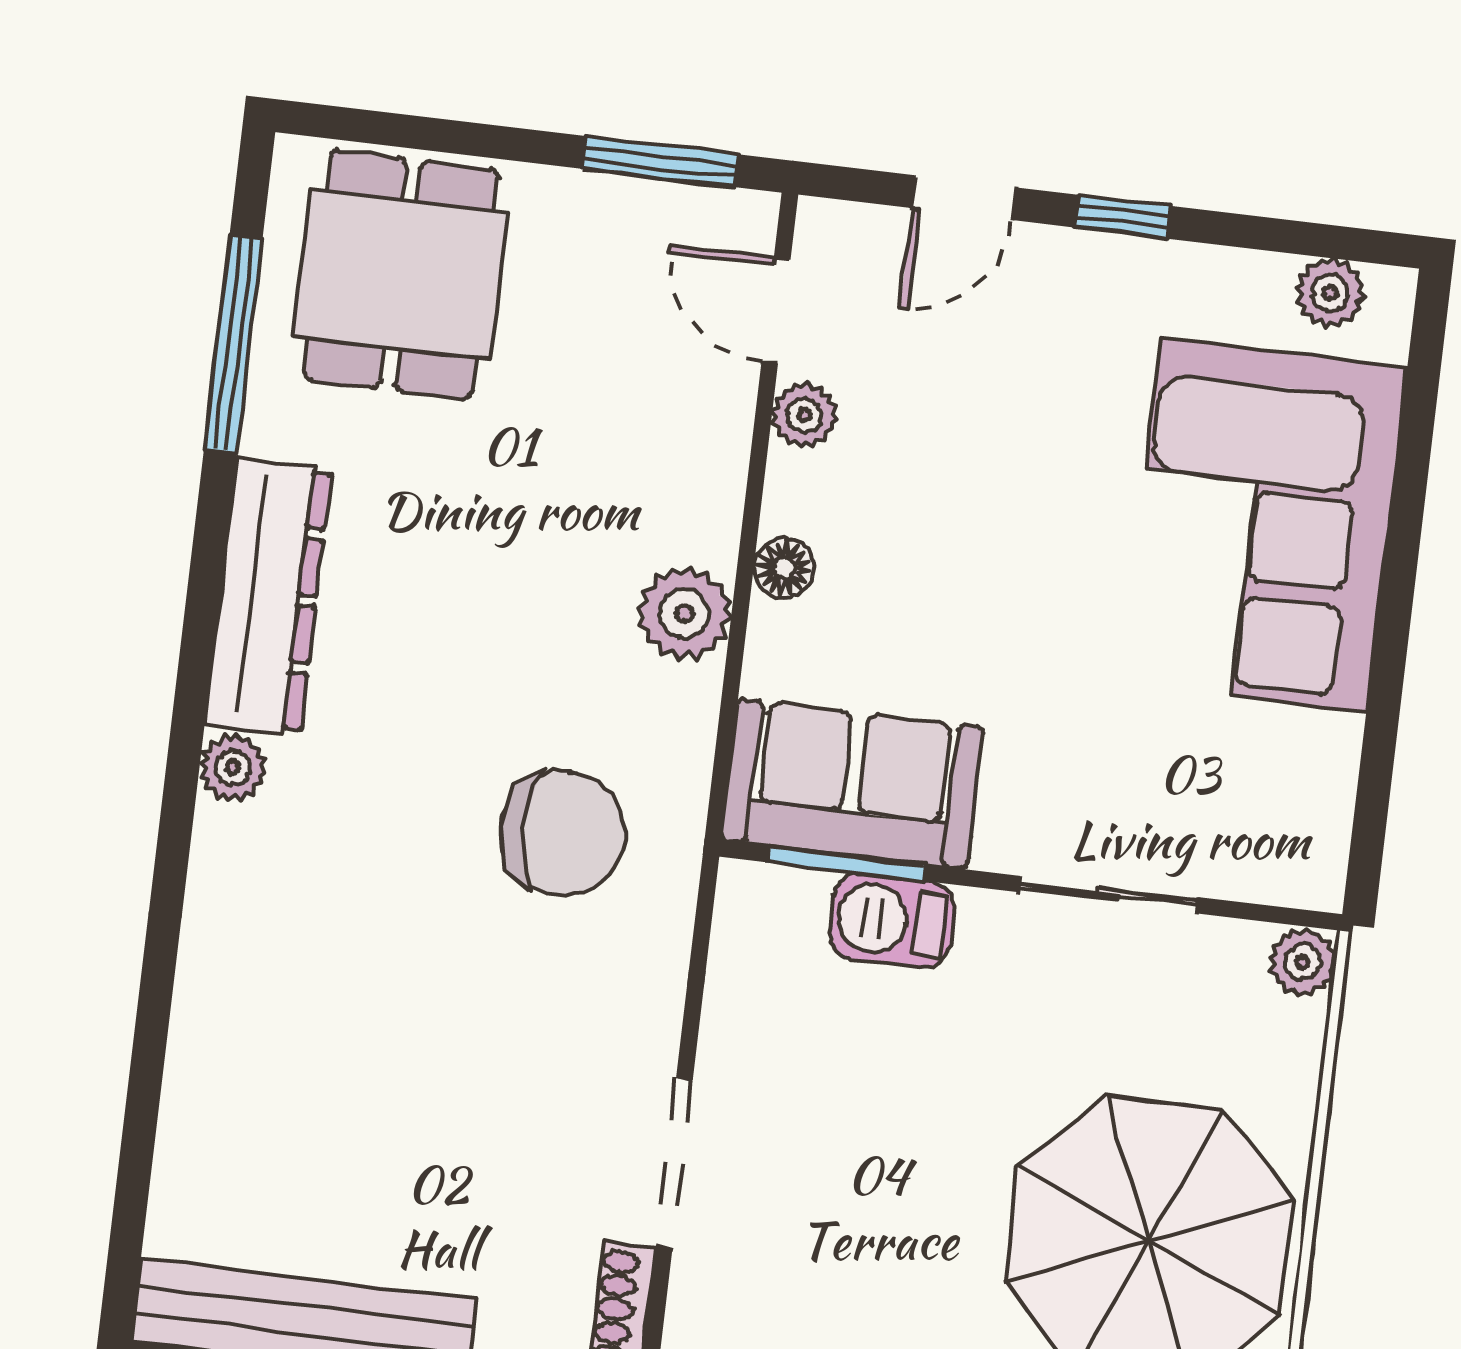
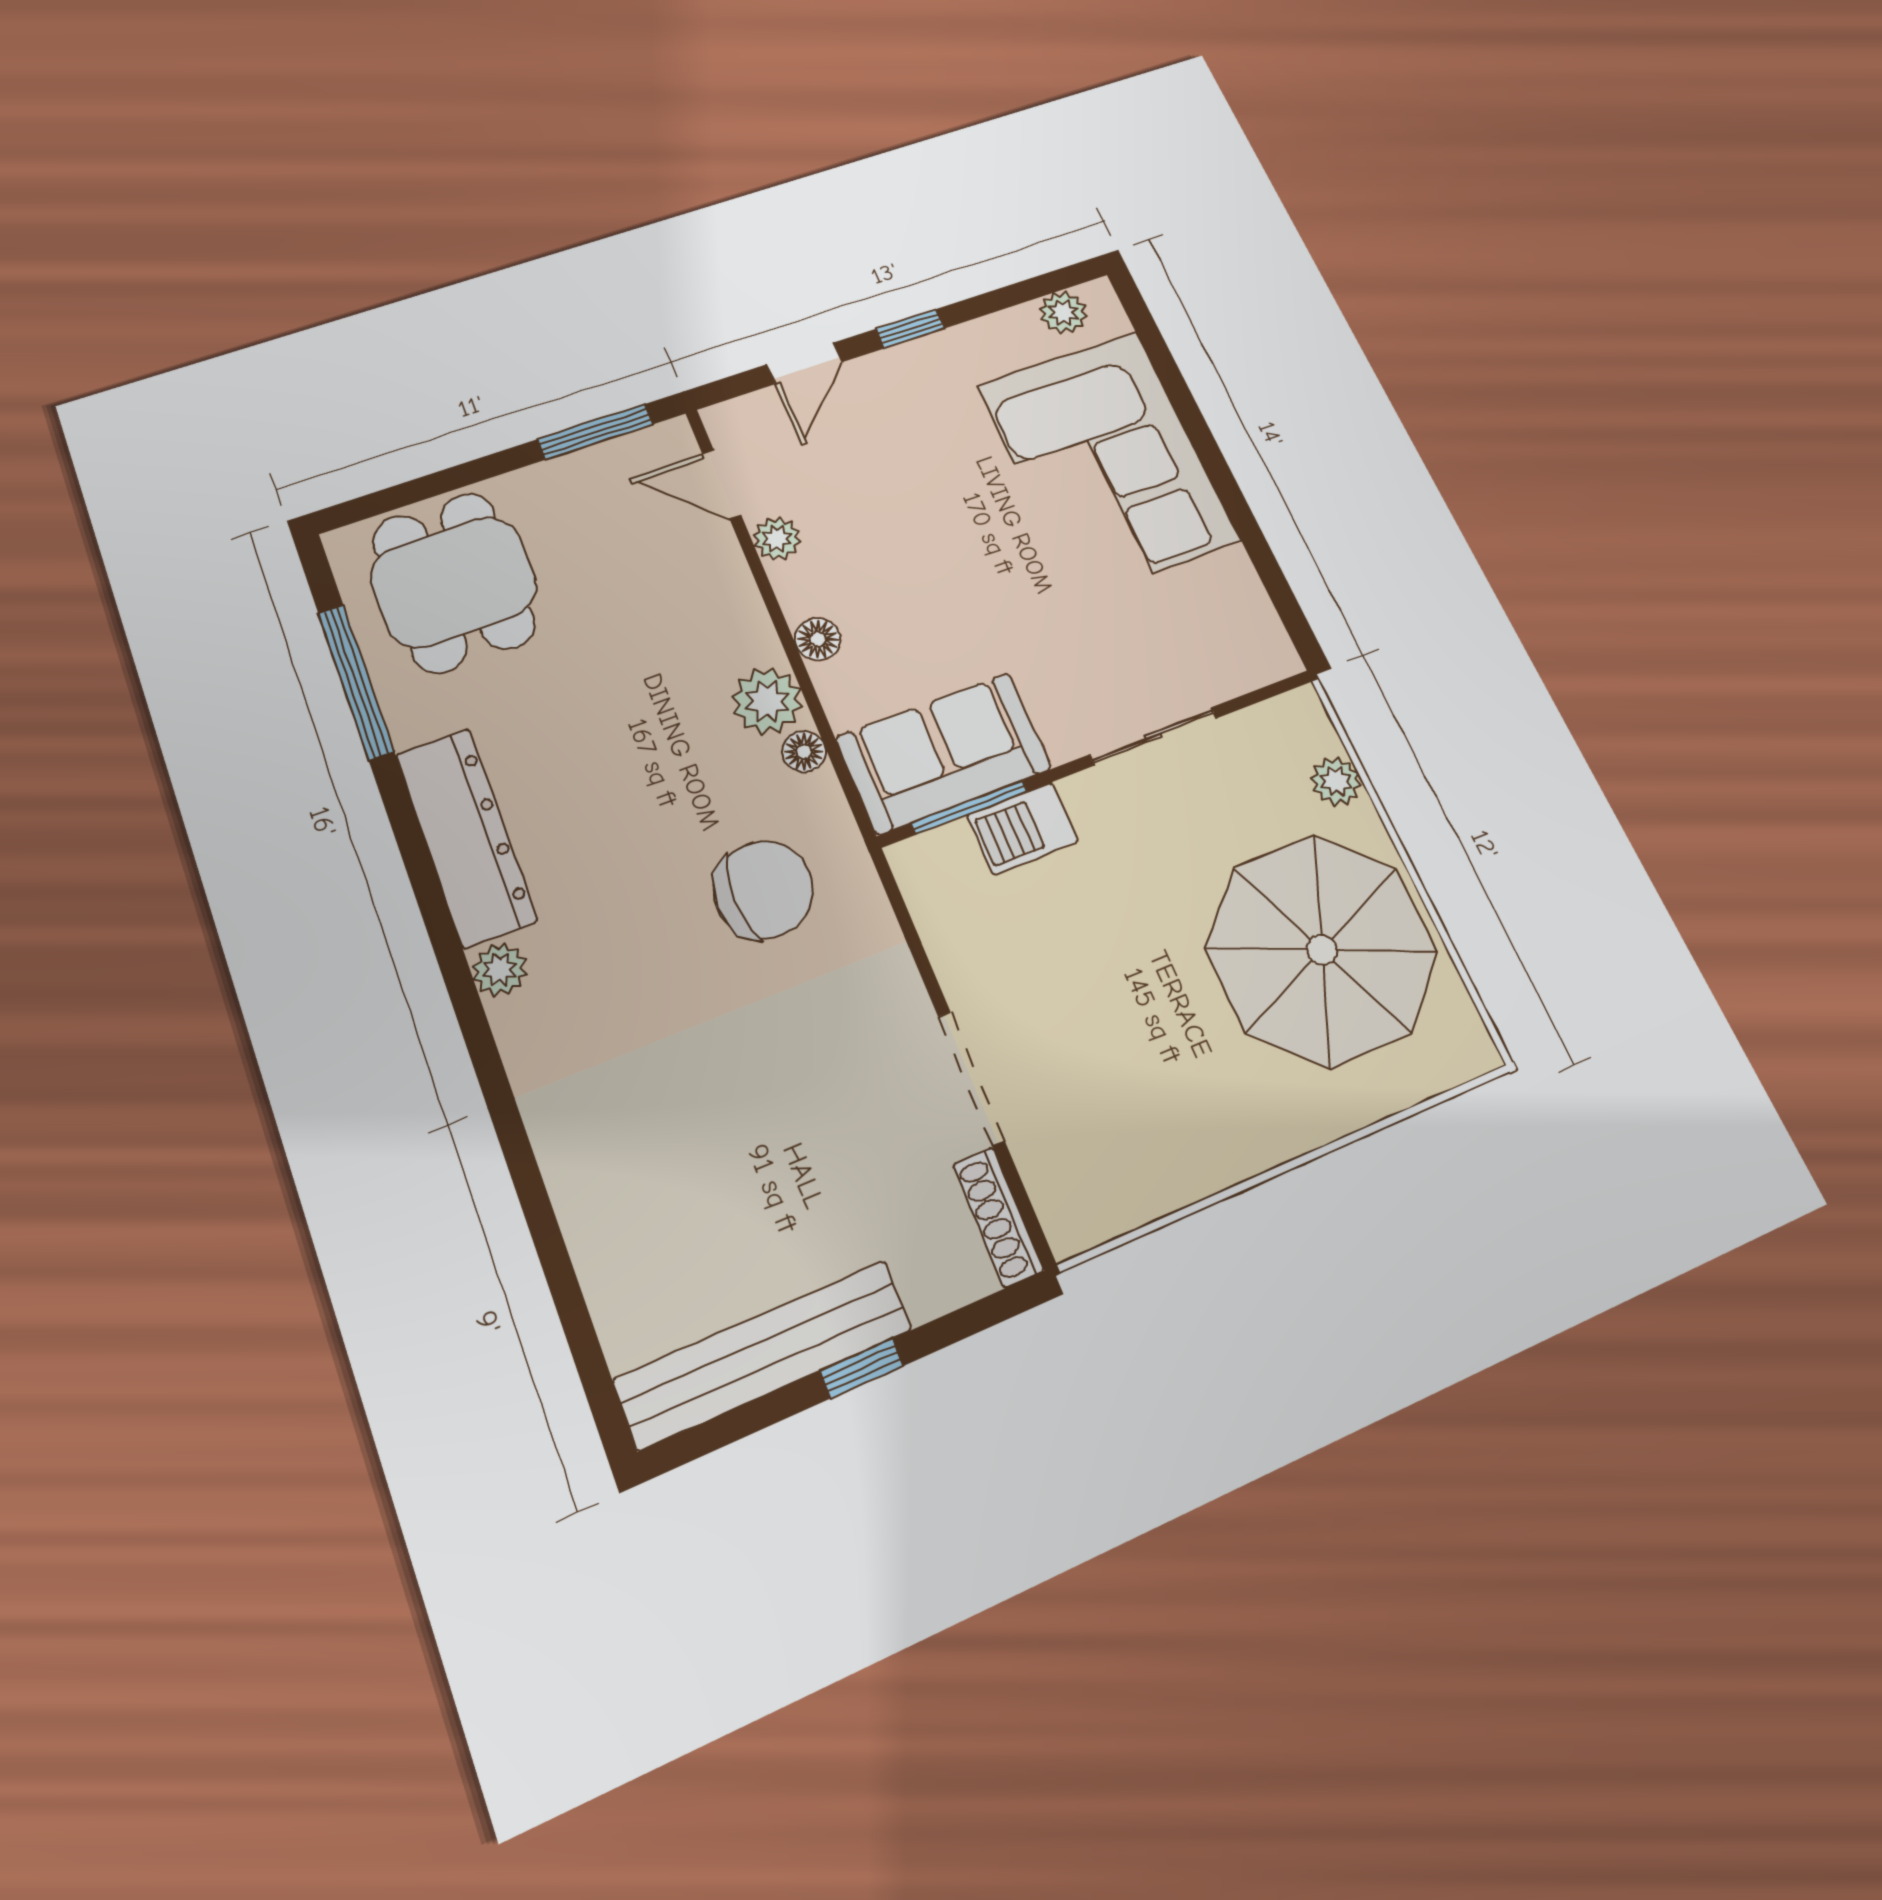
floor lamp: (694, 697) -> (804, 751), added
plant: (1302, 962) -> (1336, 781), moved

